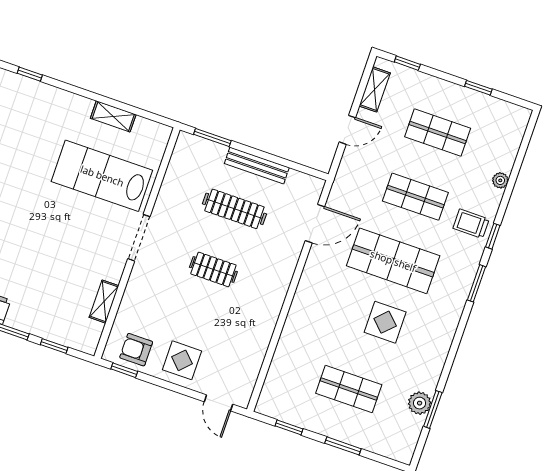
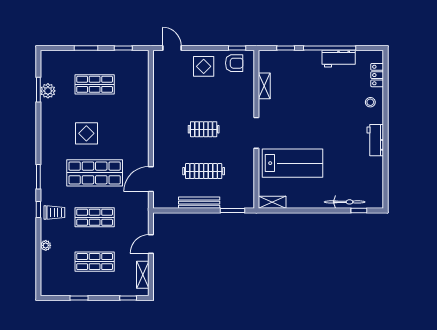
bicycle: (46, 94) -> (345, 202), added
shelving: (113, 116) -> (272, 202), moved

